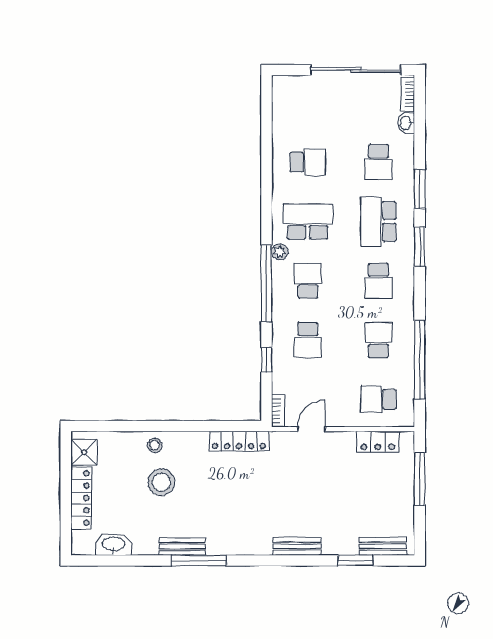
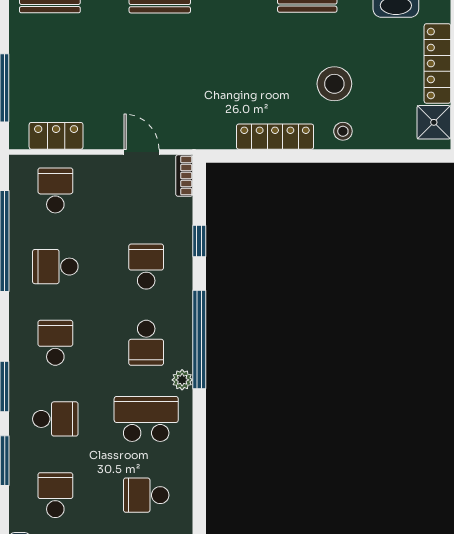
school desk: (308, 221) -> (146, 419), turned 180
school desk: (378, 221) -> (55, 419), width x0.54
school desk: (378, 340) -> (55, 267), turned 90
school desk: (378, 399) -> (55, 190), turned -90
door: (311, 429) -> (142, 152), swing flipped
locker: (239, 441) -> (275, 137), moved

